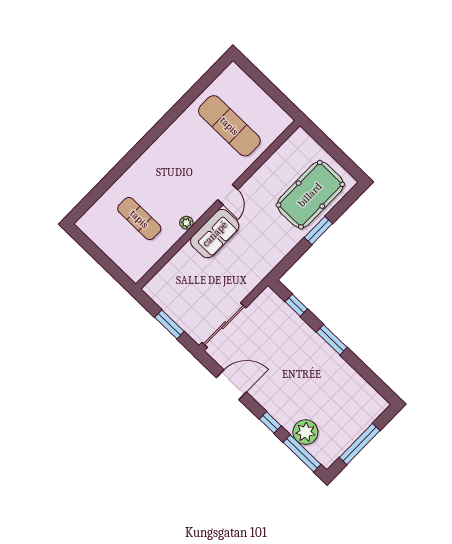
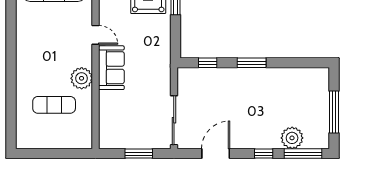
plant: (186, 223) -> (82, 78), width x1.88, depth x1.88

